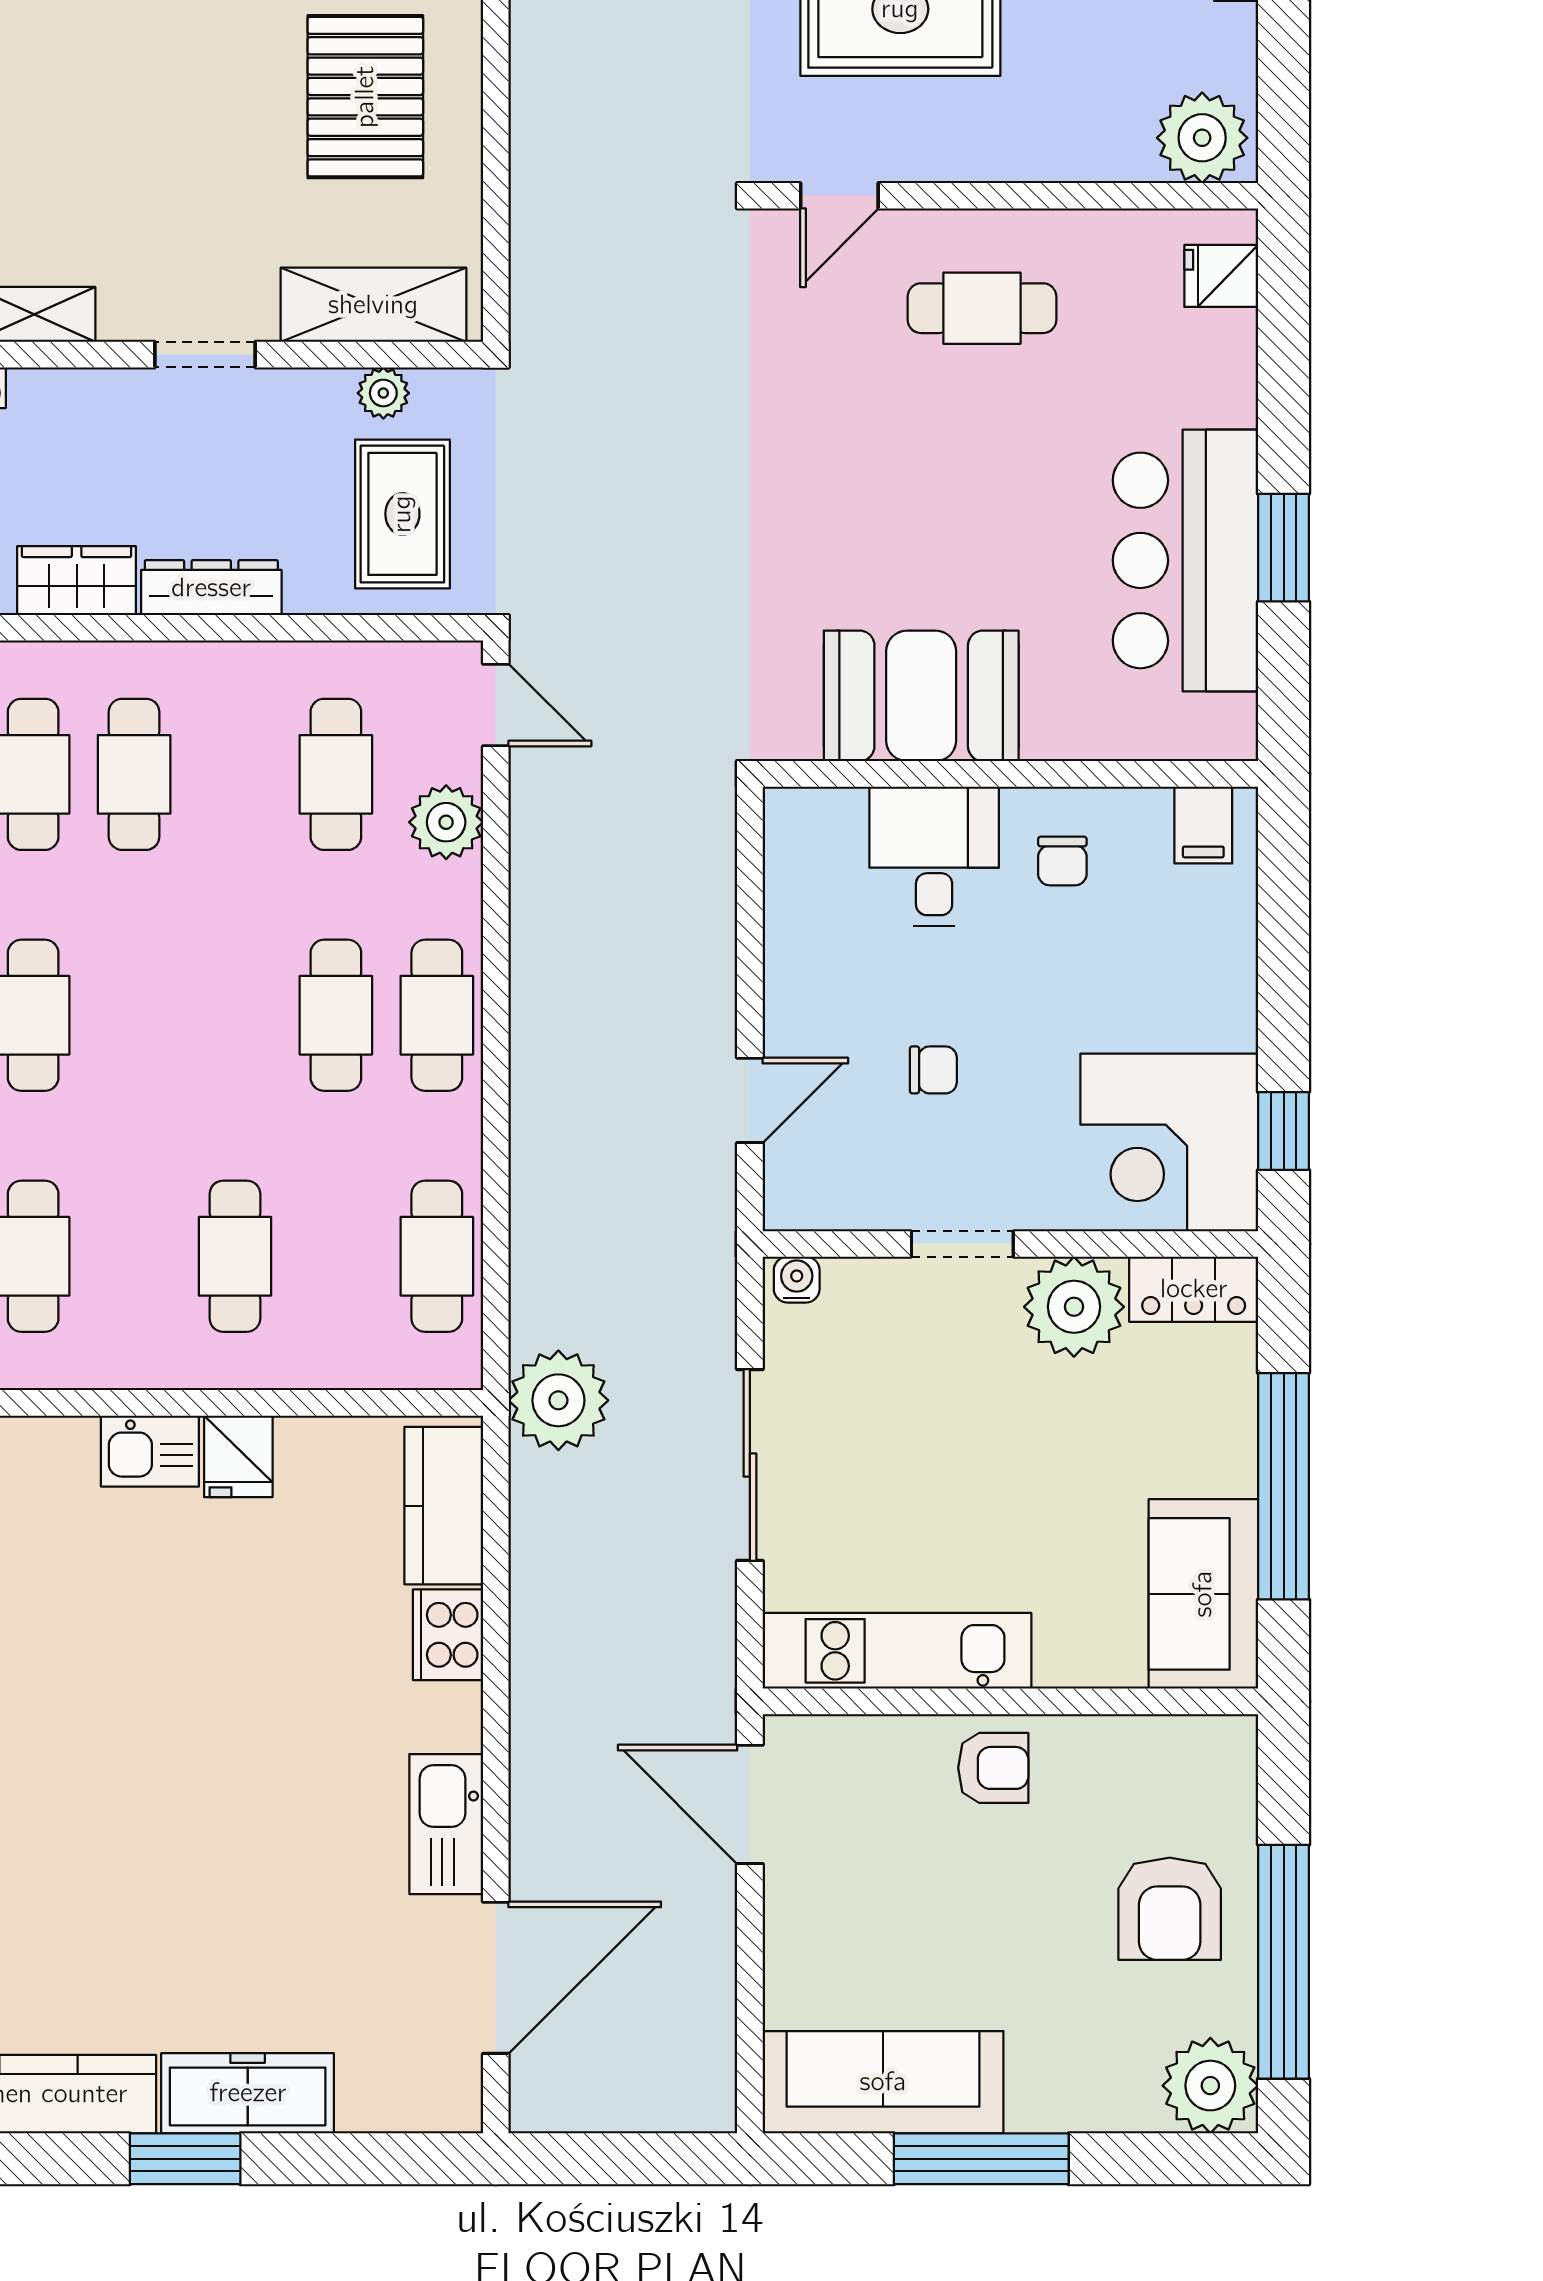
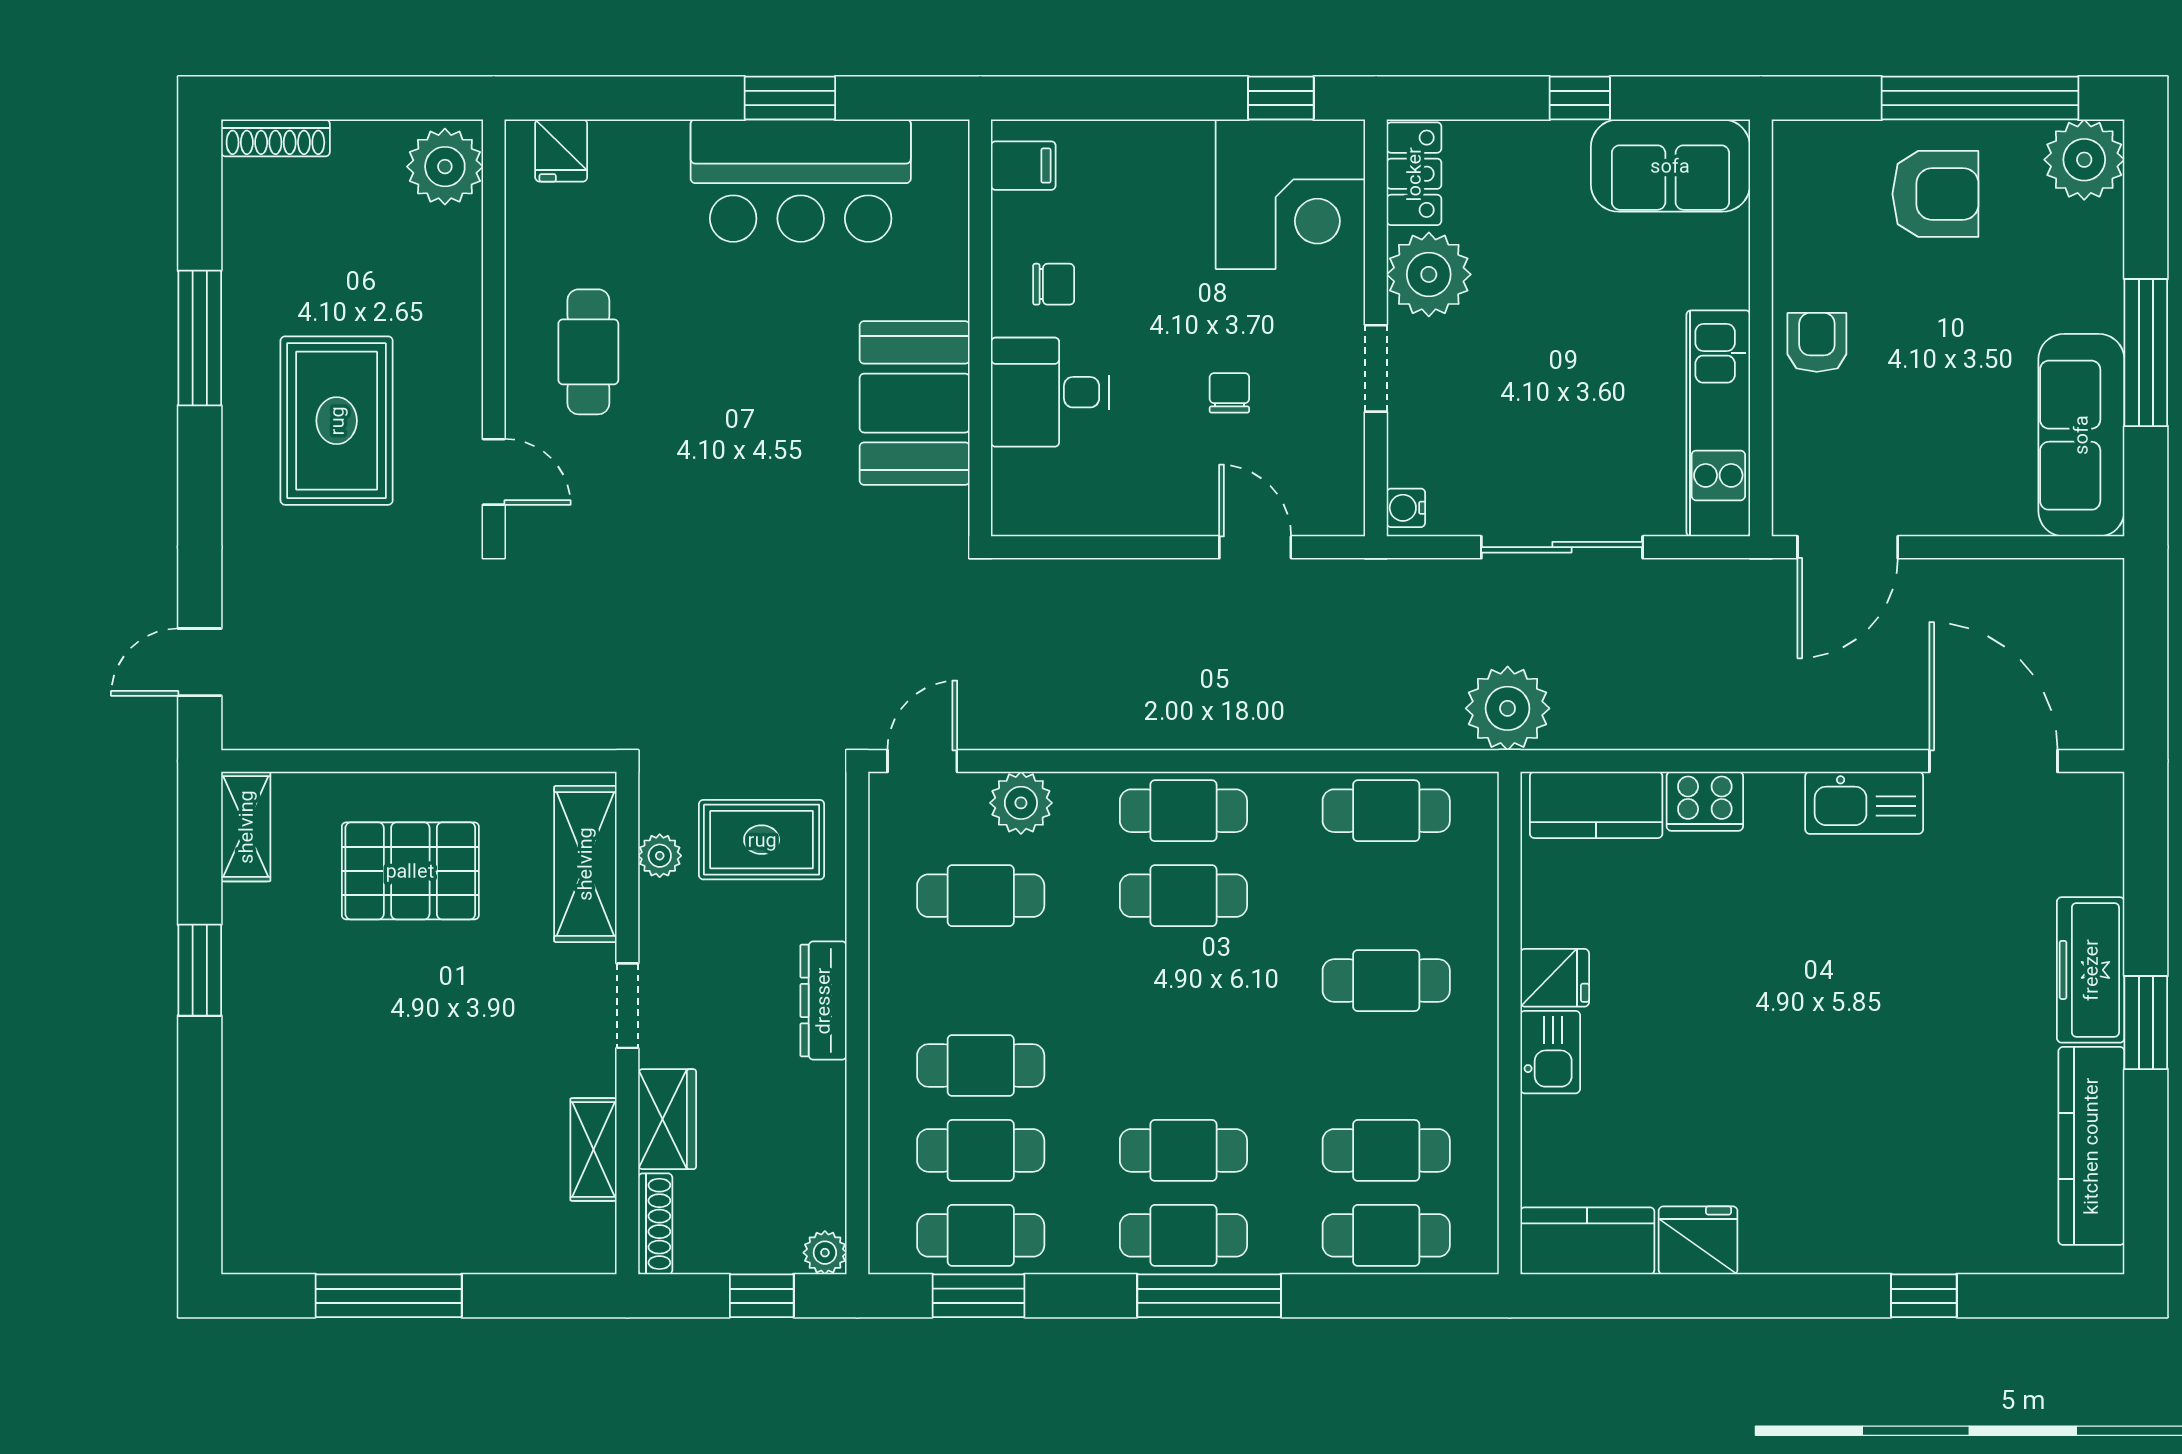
wardrobe: (77, 581) -> (667, 1119), moved, turned 180
window: (1284, 1486) -> (1580, 98), width x0.32

